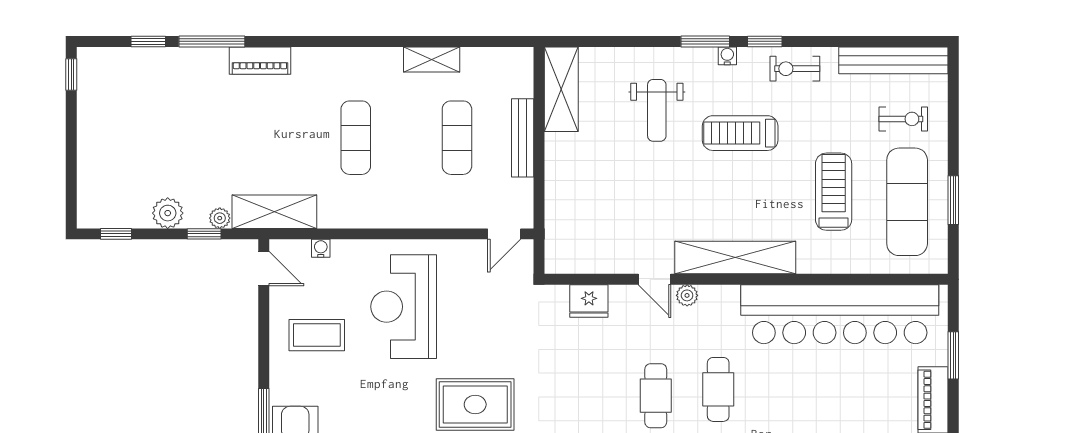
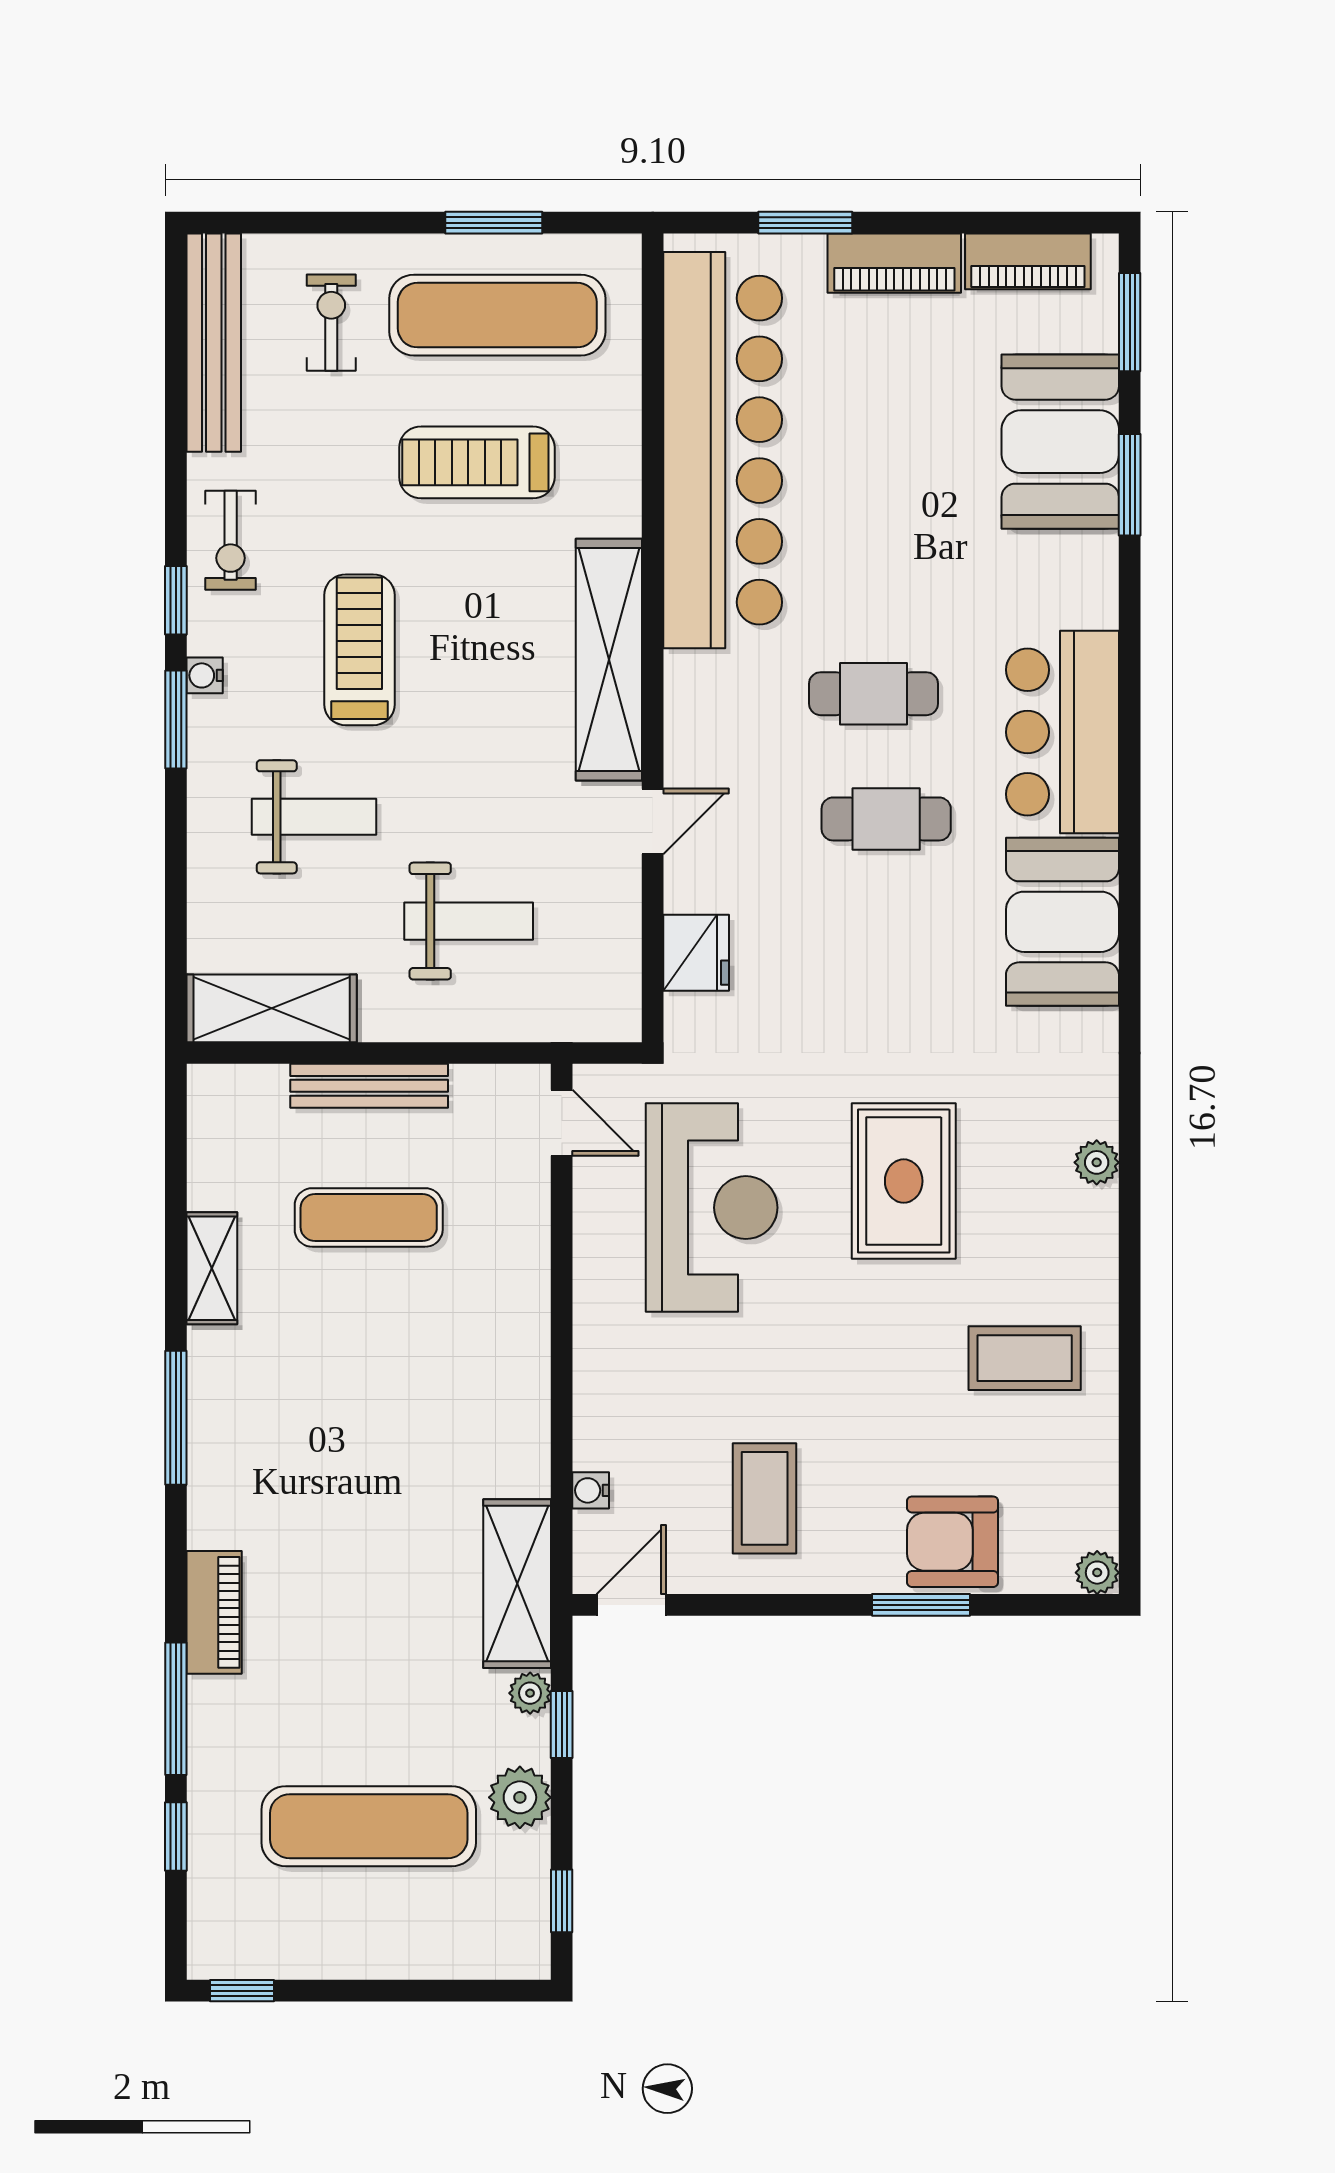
window: (357, 41) -> (176, 1418), added
treadmill: (740, 133) -> (359, 650), turned 180
exercise mat: (356, 138) -> (369, 1826), moved, width x1.36, depth x1.45
weight bench: (605, 188) -> (469, 921), added
plant: (687, 295) -> (685, 756), removed
reception desk: (404, 307) -> (712, 1208), moved, turned -90

